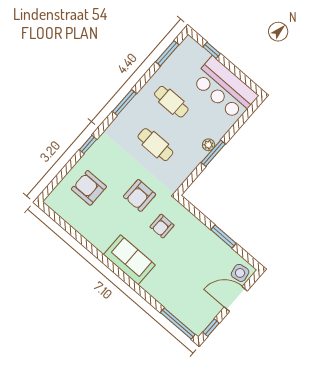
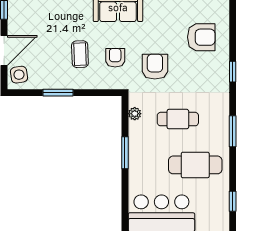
window: (167, 53) -> (233, 201), width x0.67
cafe table: (171, 102) -> (195, 165), width x1.37, depth x1.35
plant: (209, 145) -> (135, 114), moved
coffee table: (185, 250) -> (80, 54), added

